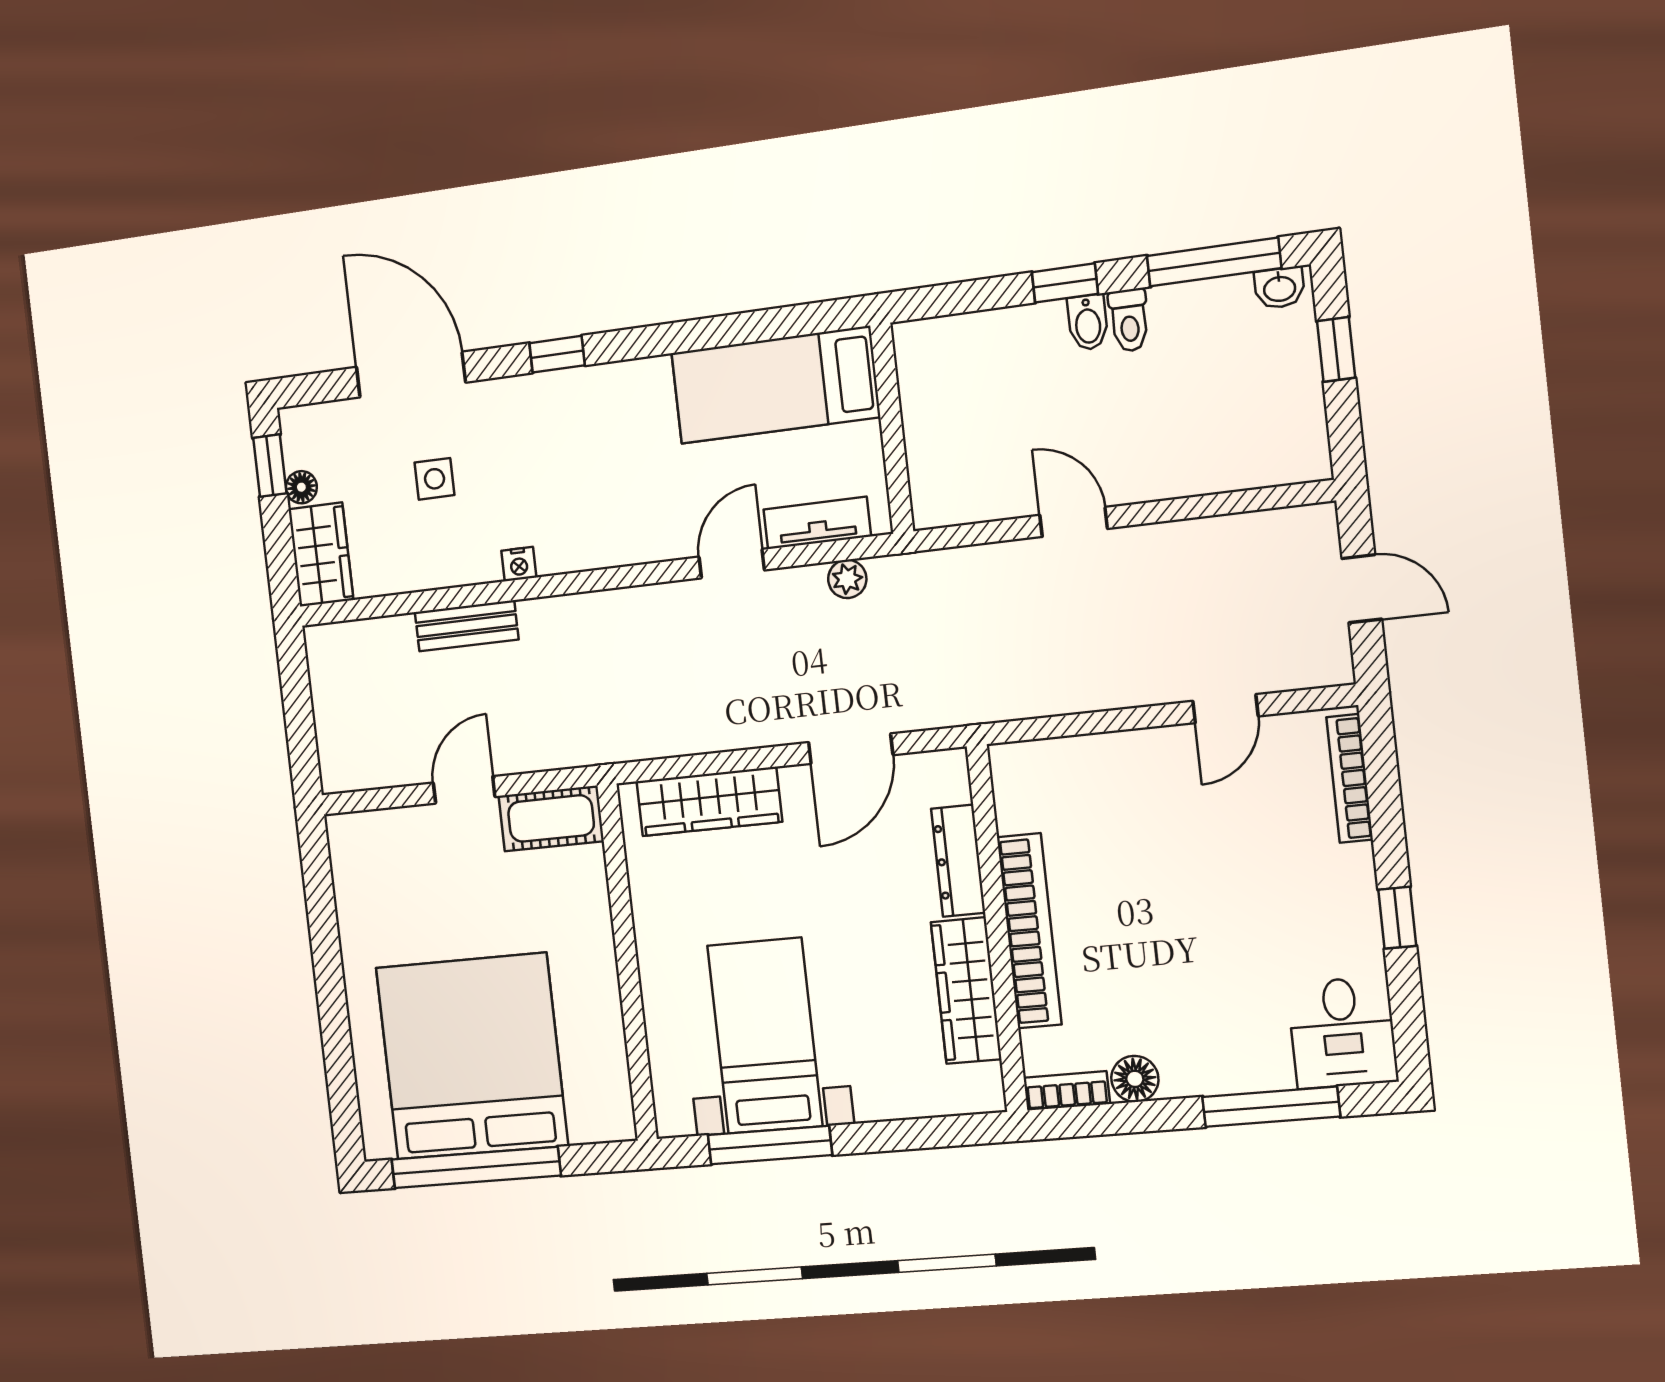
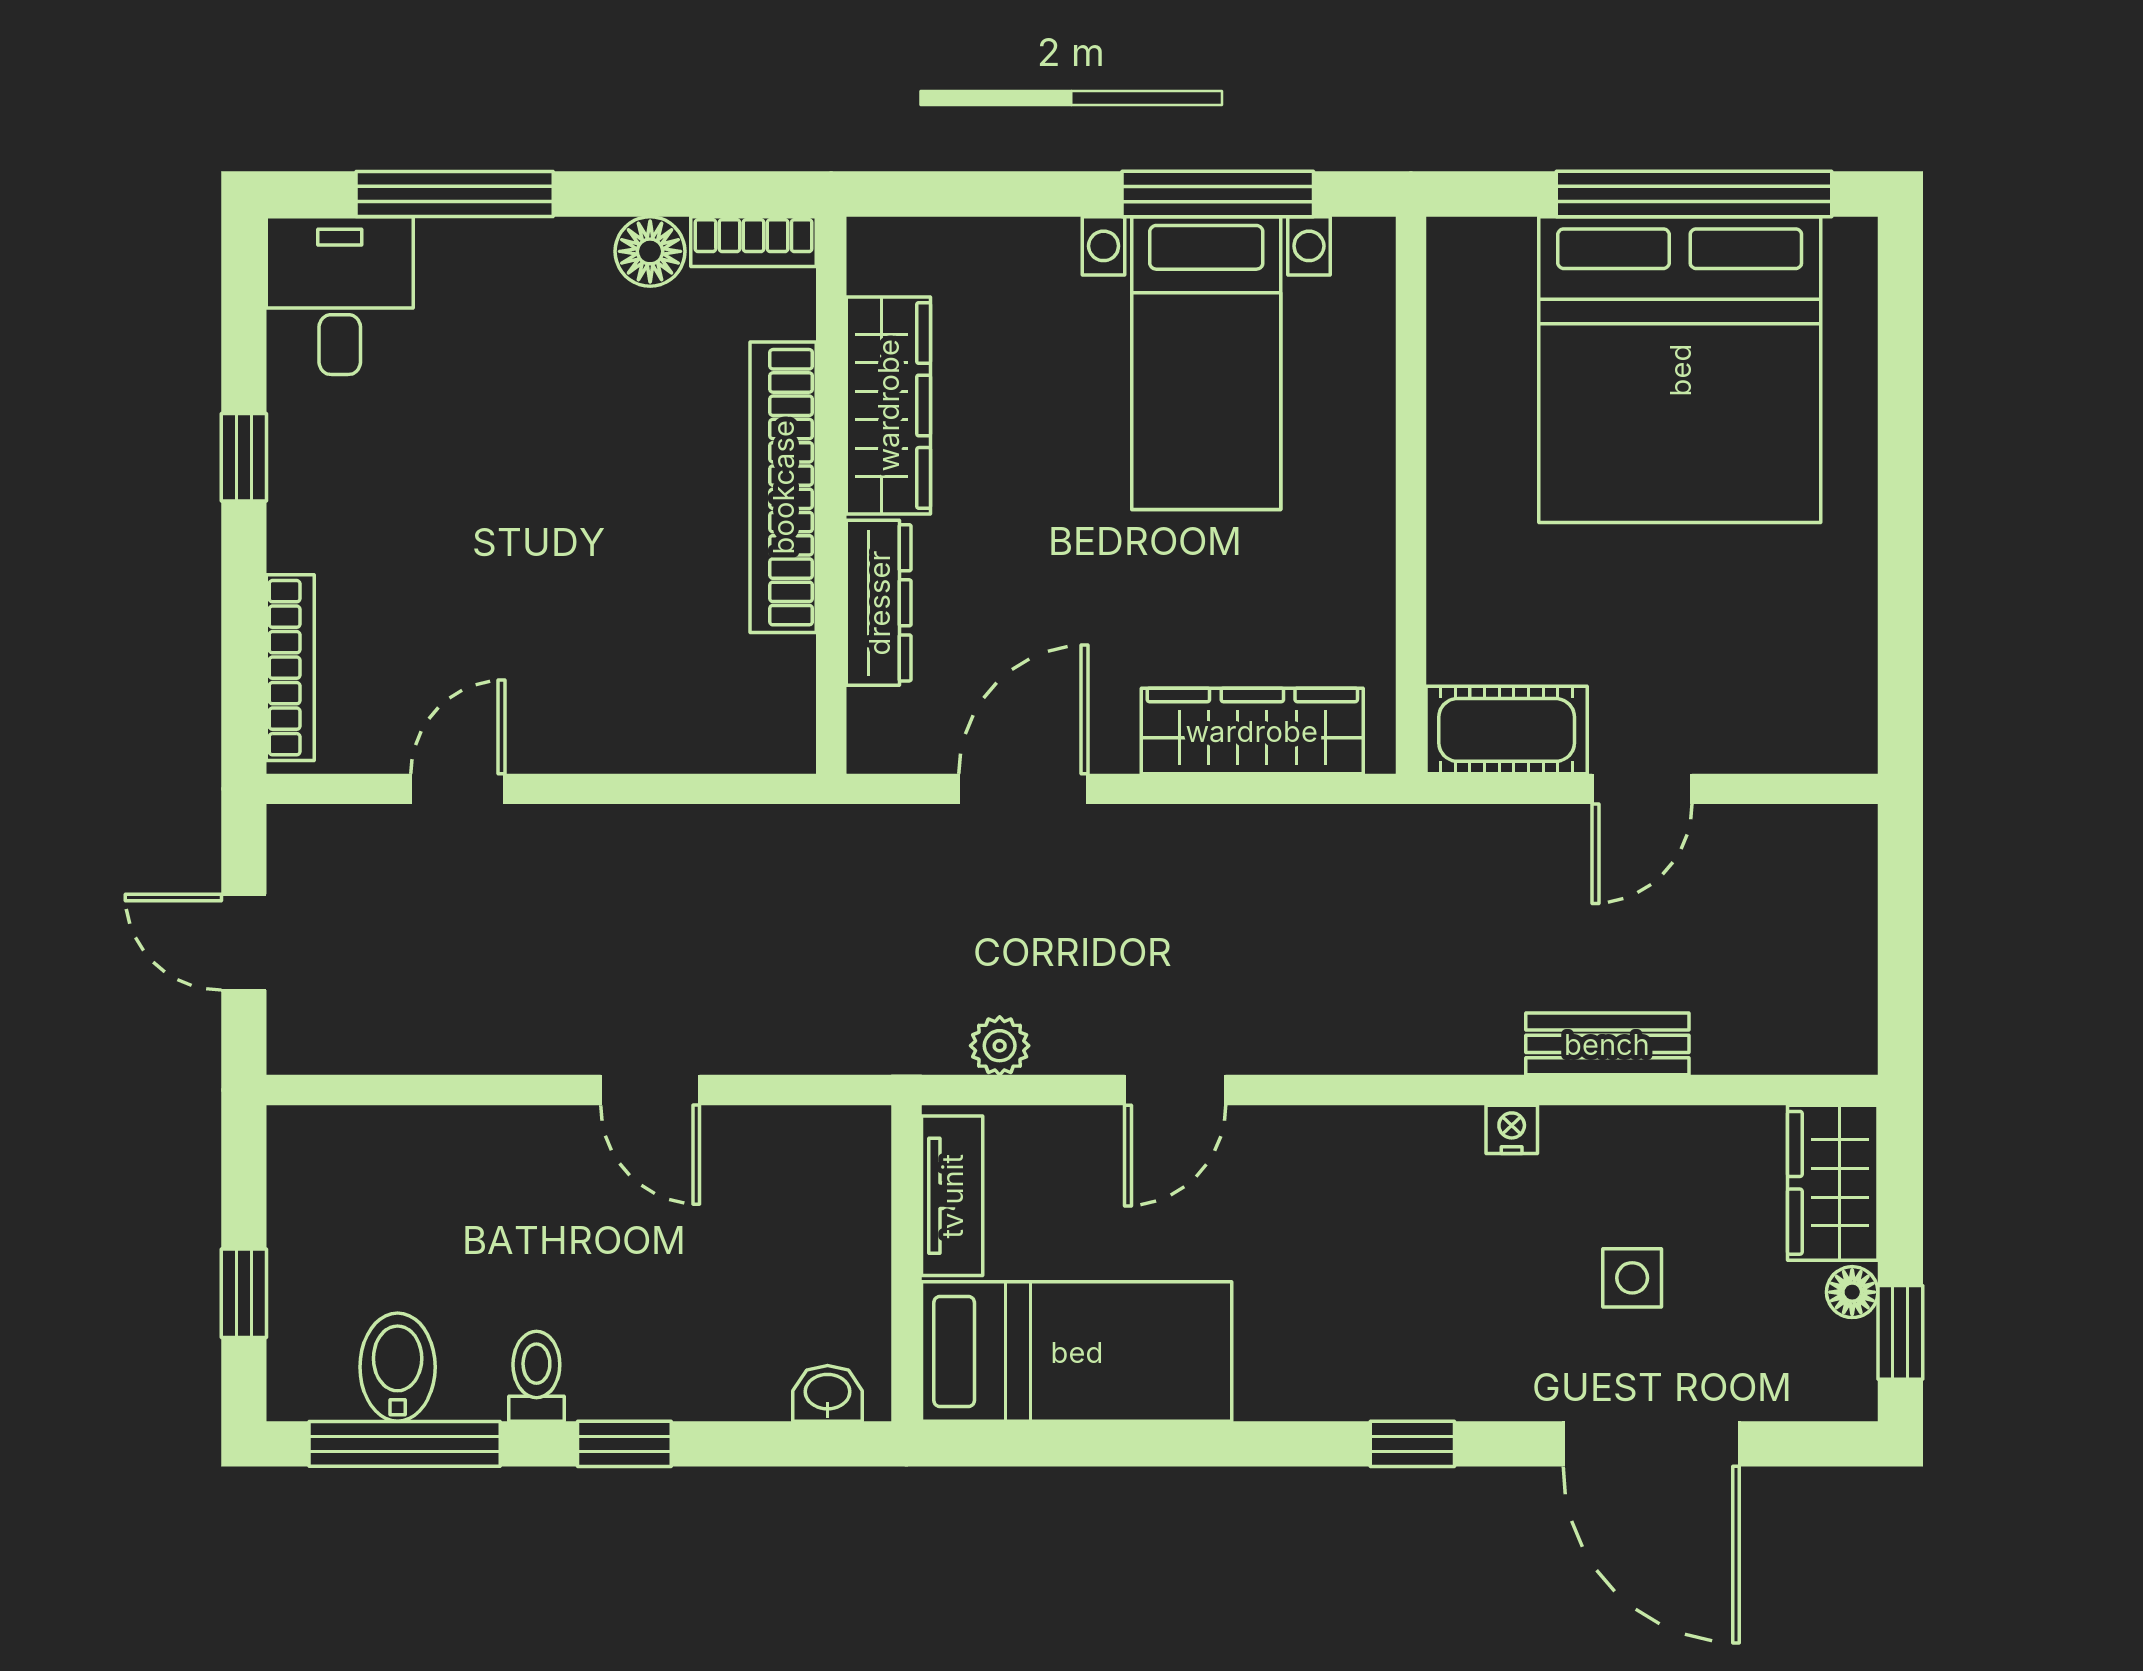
washbasin: (1280, 288) -> (828, 1393), moved
bidet: (1088, 322) -> (398, 1367), moved, width x1.38, depth x1.36
tv unit: (817, 523) -> (952, 1196), moved, turned -90

